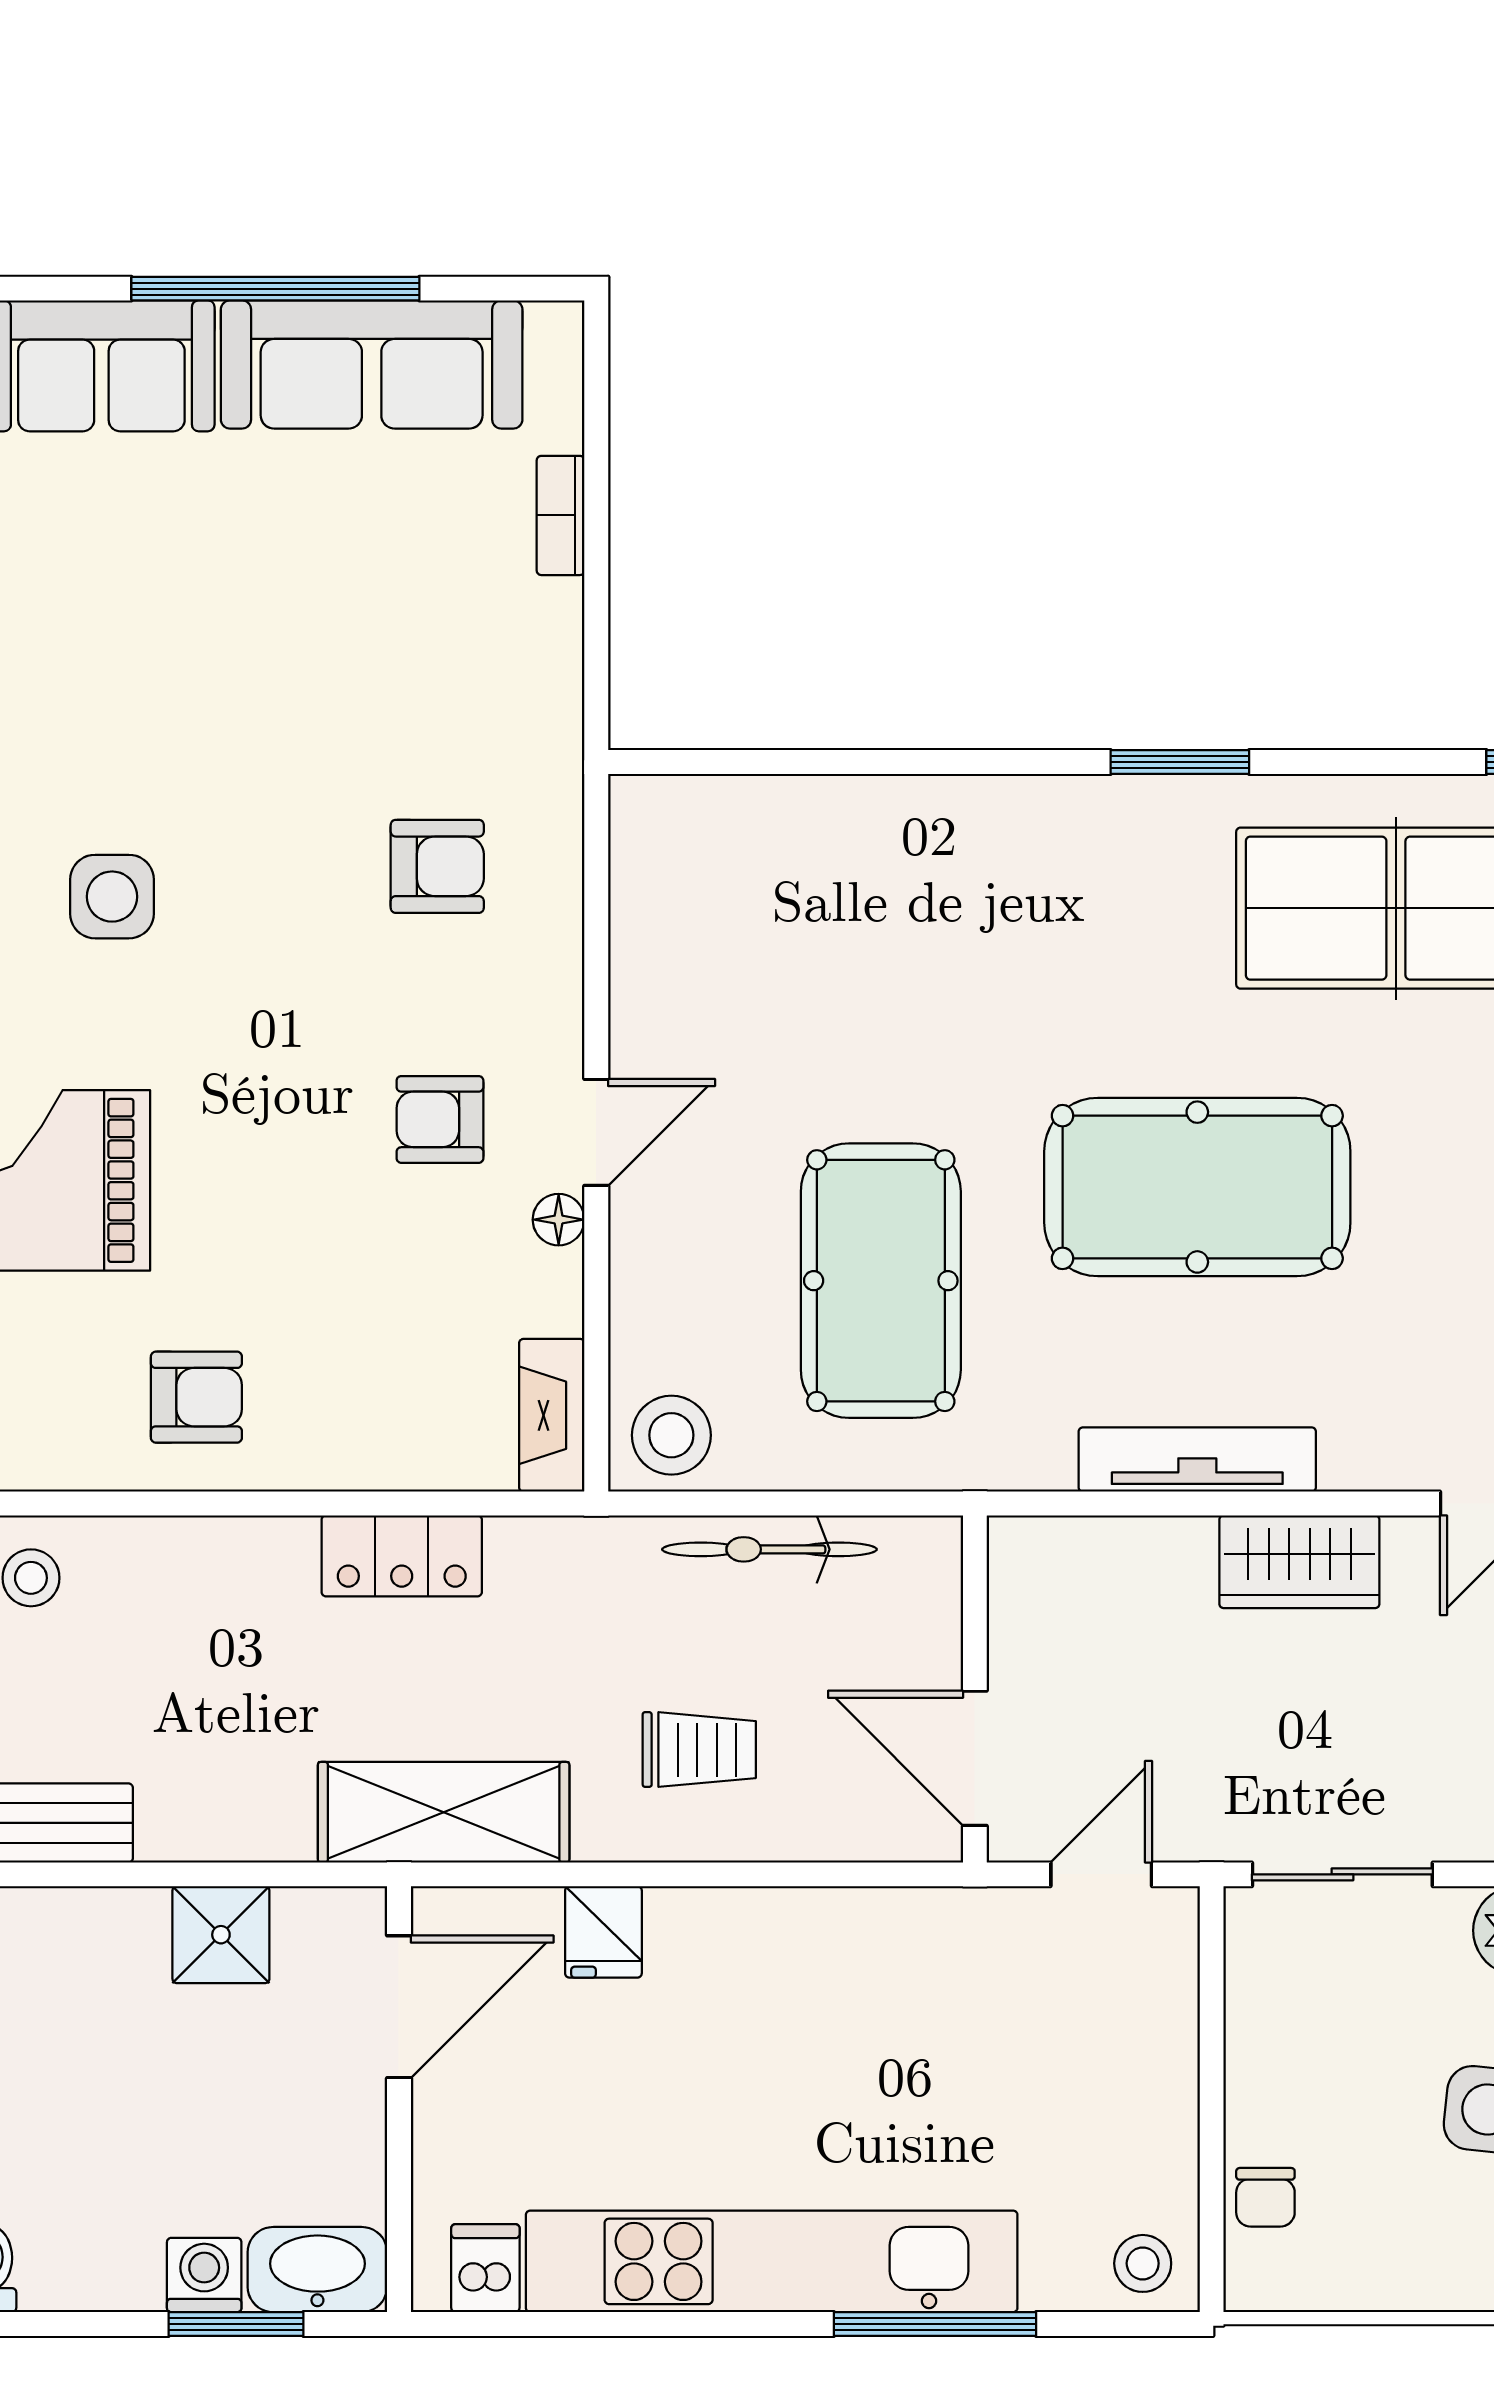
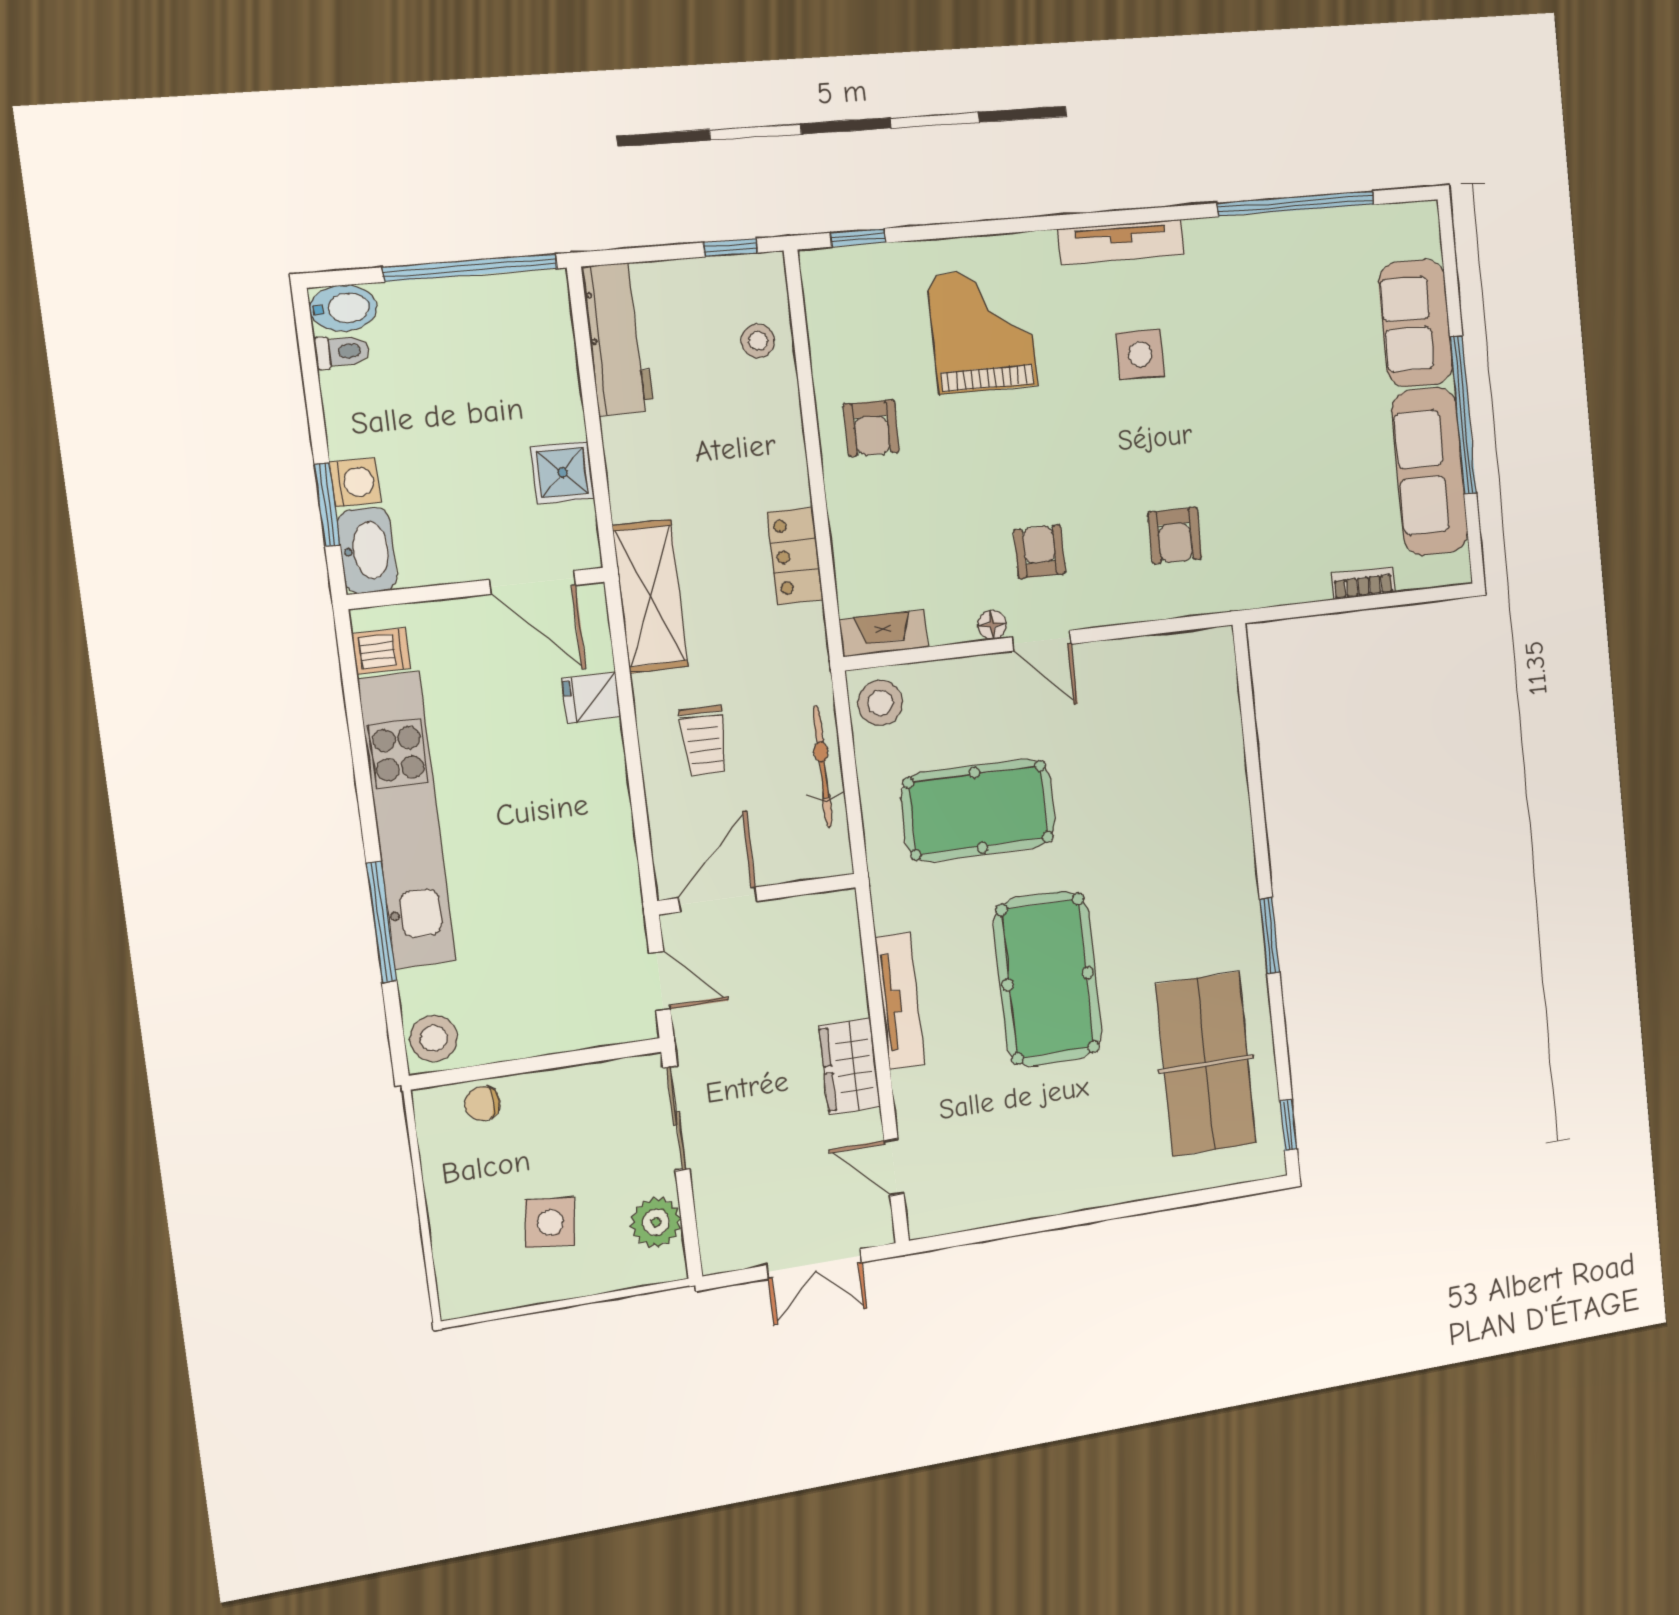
stool: (1143, 2263) -> (434, 1038), width x1.37, depth x1.37

